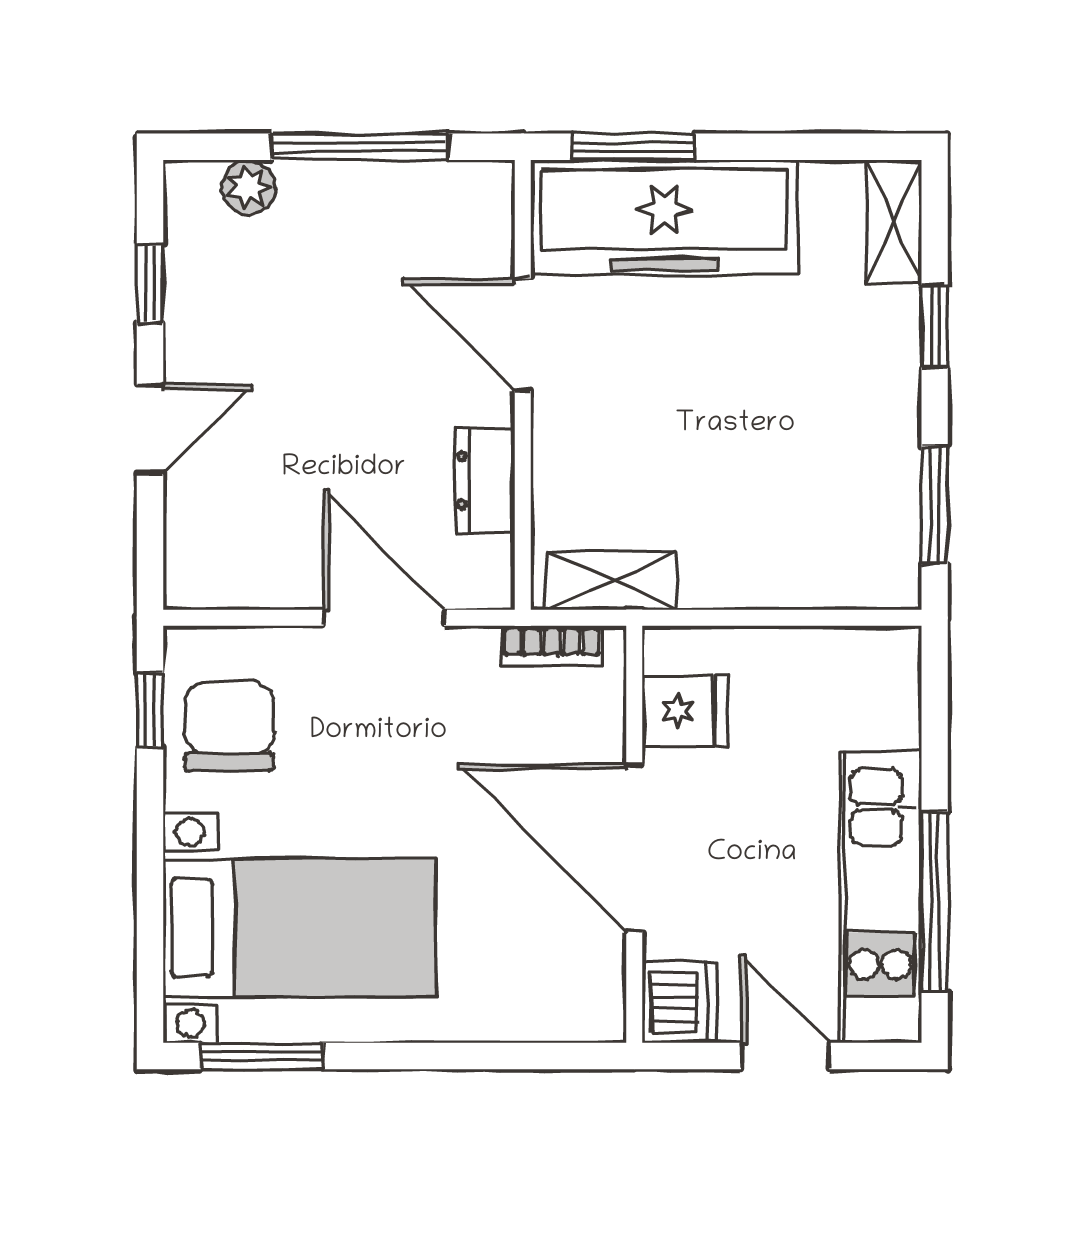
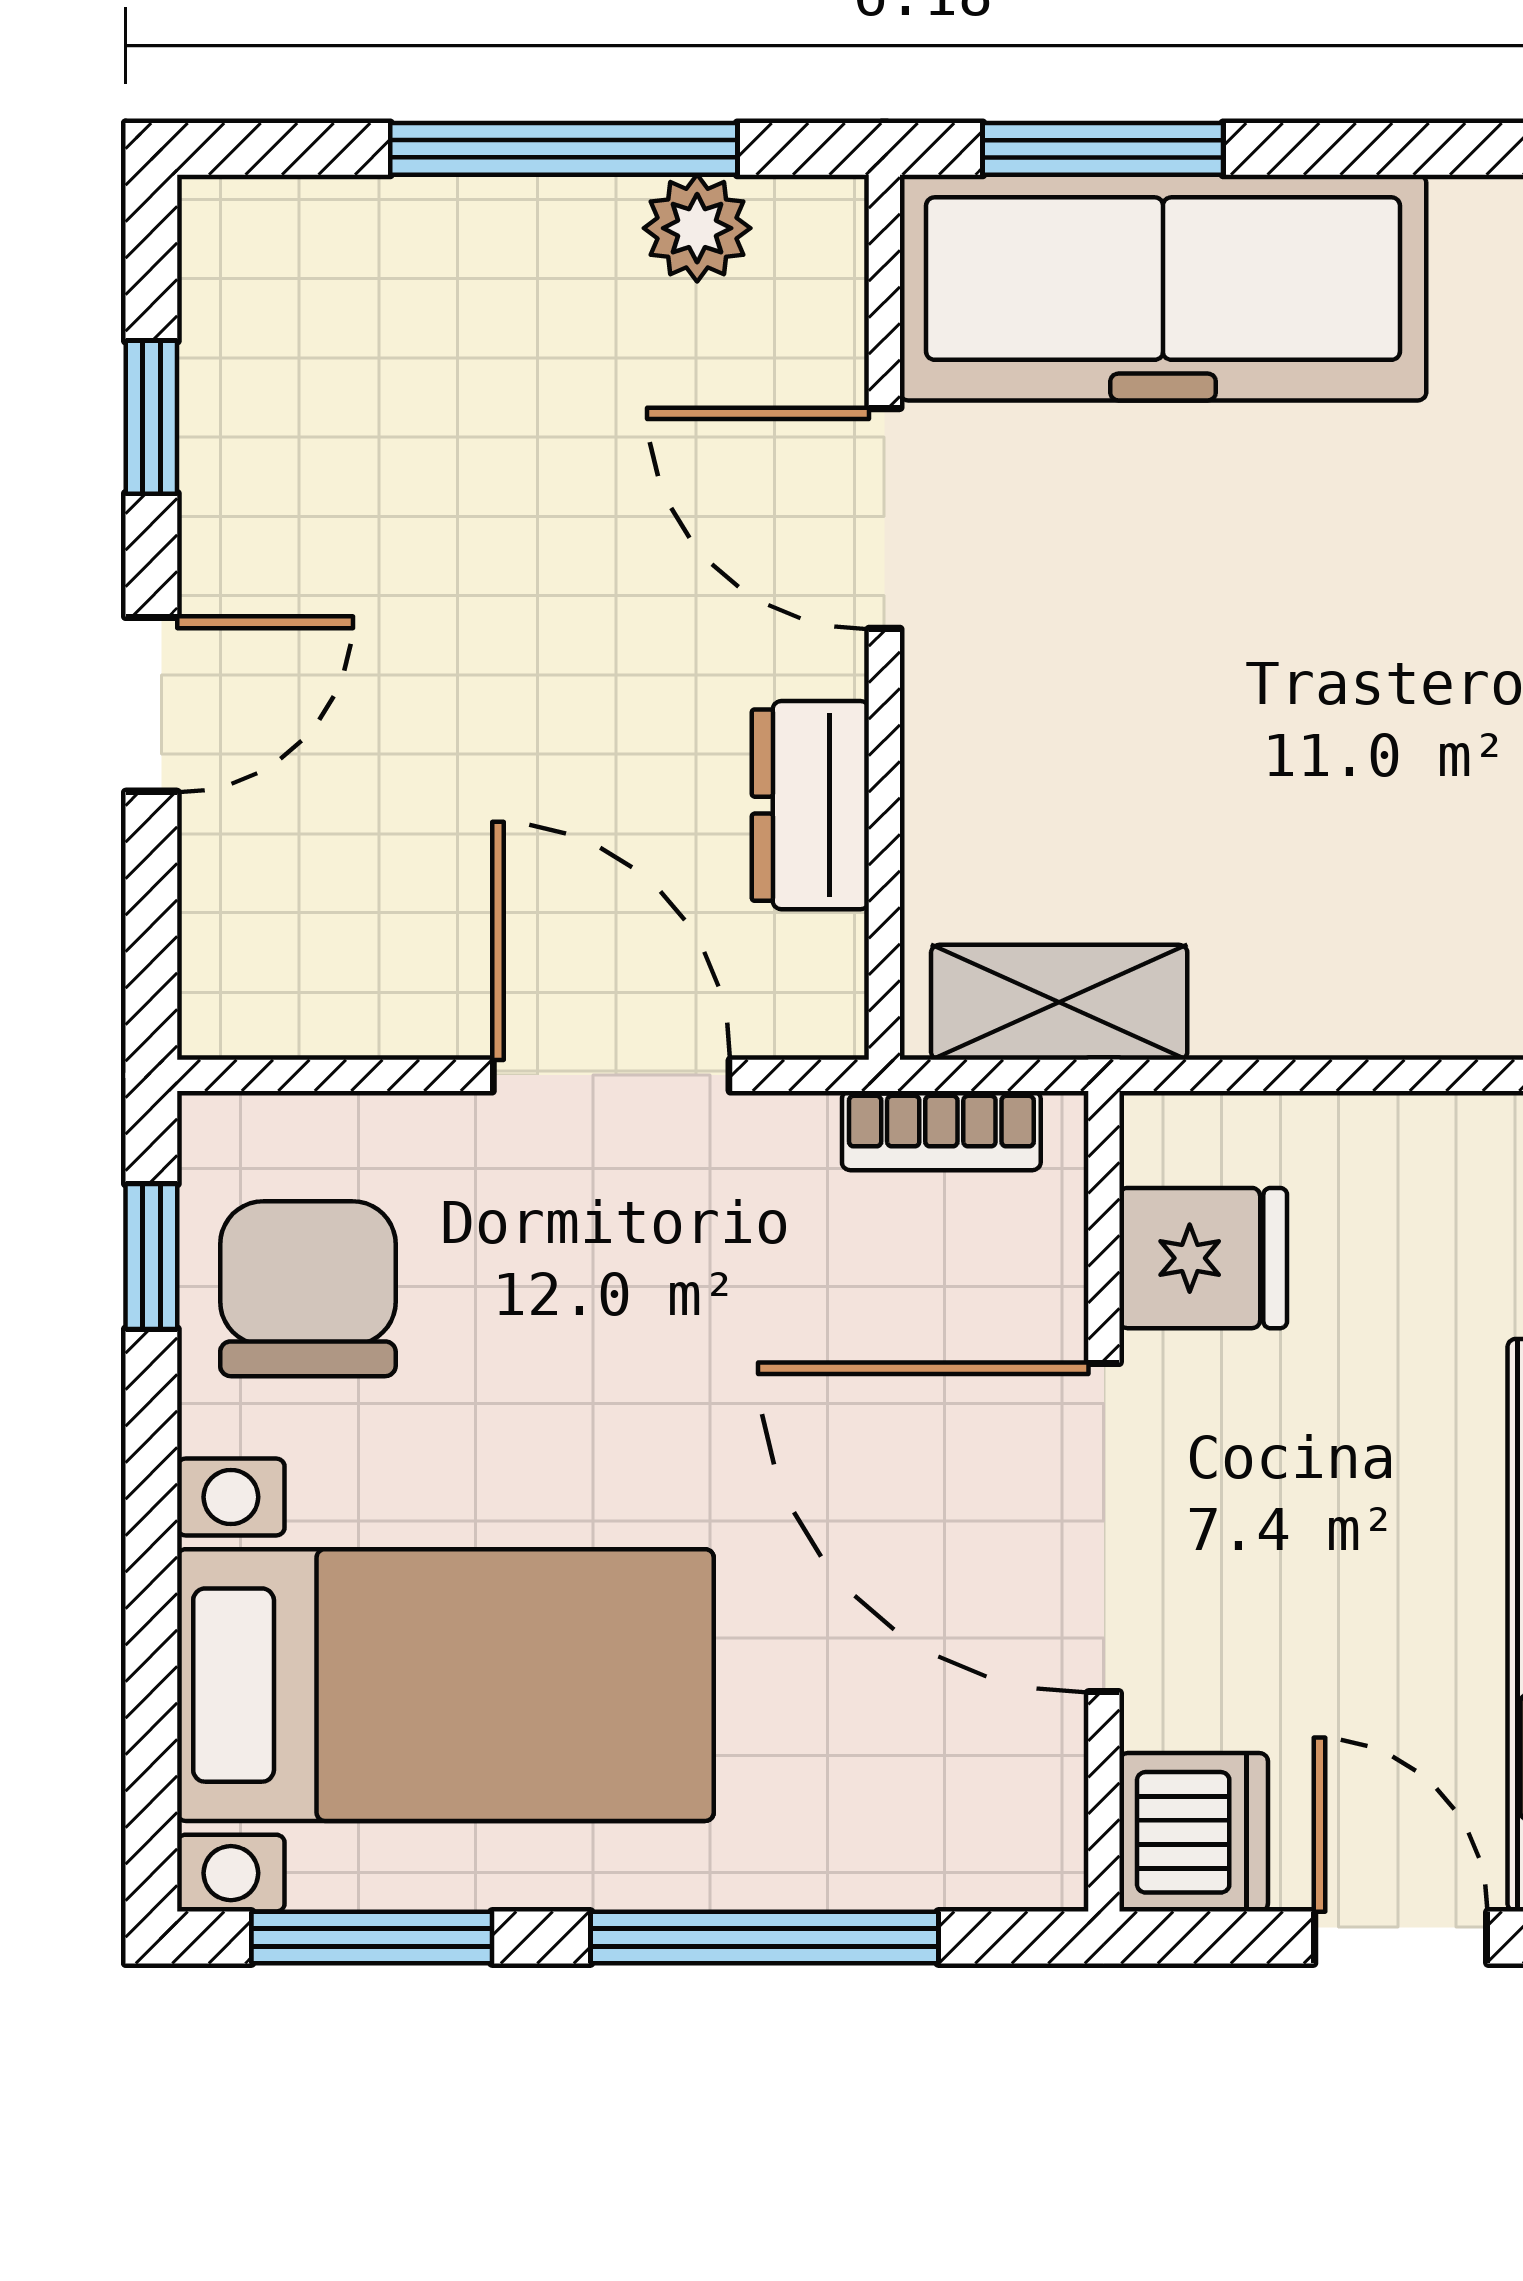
plant: (248, 187) -> (697, 228), moved
window: (462, 1056) -> (764, 1937), added

